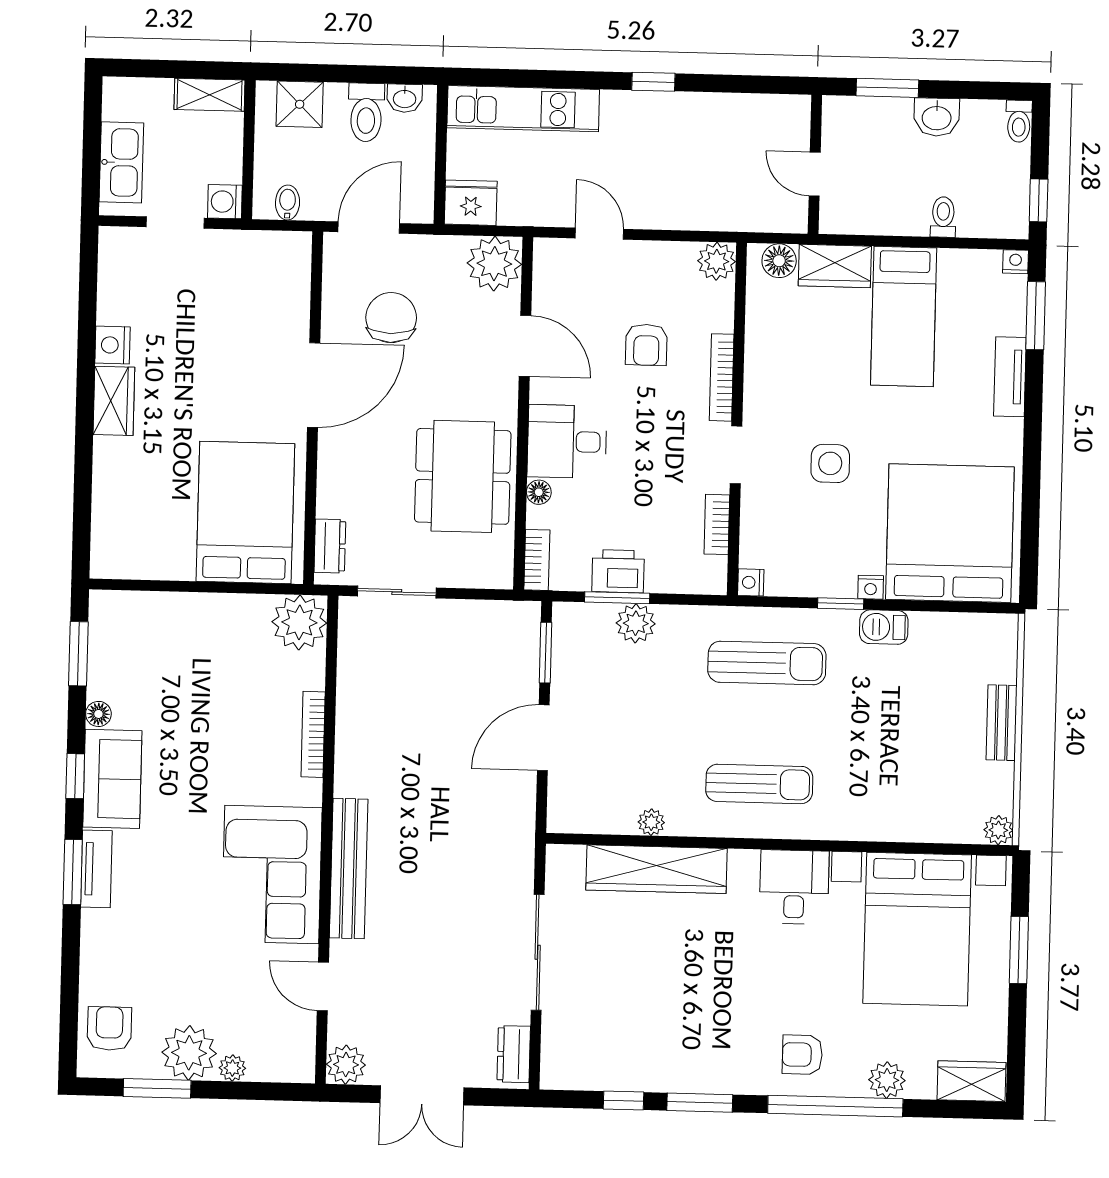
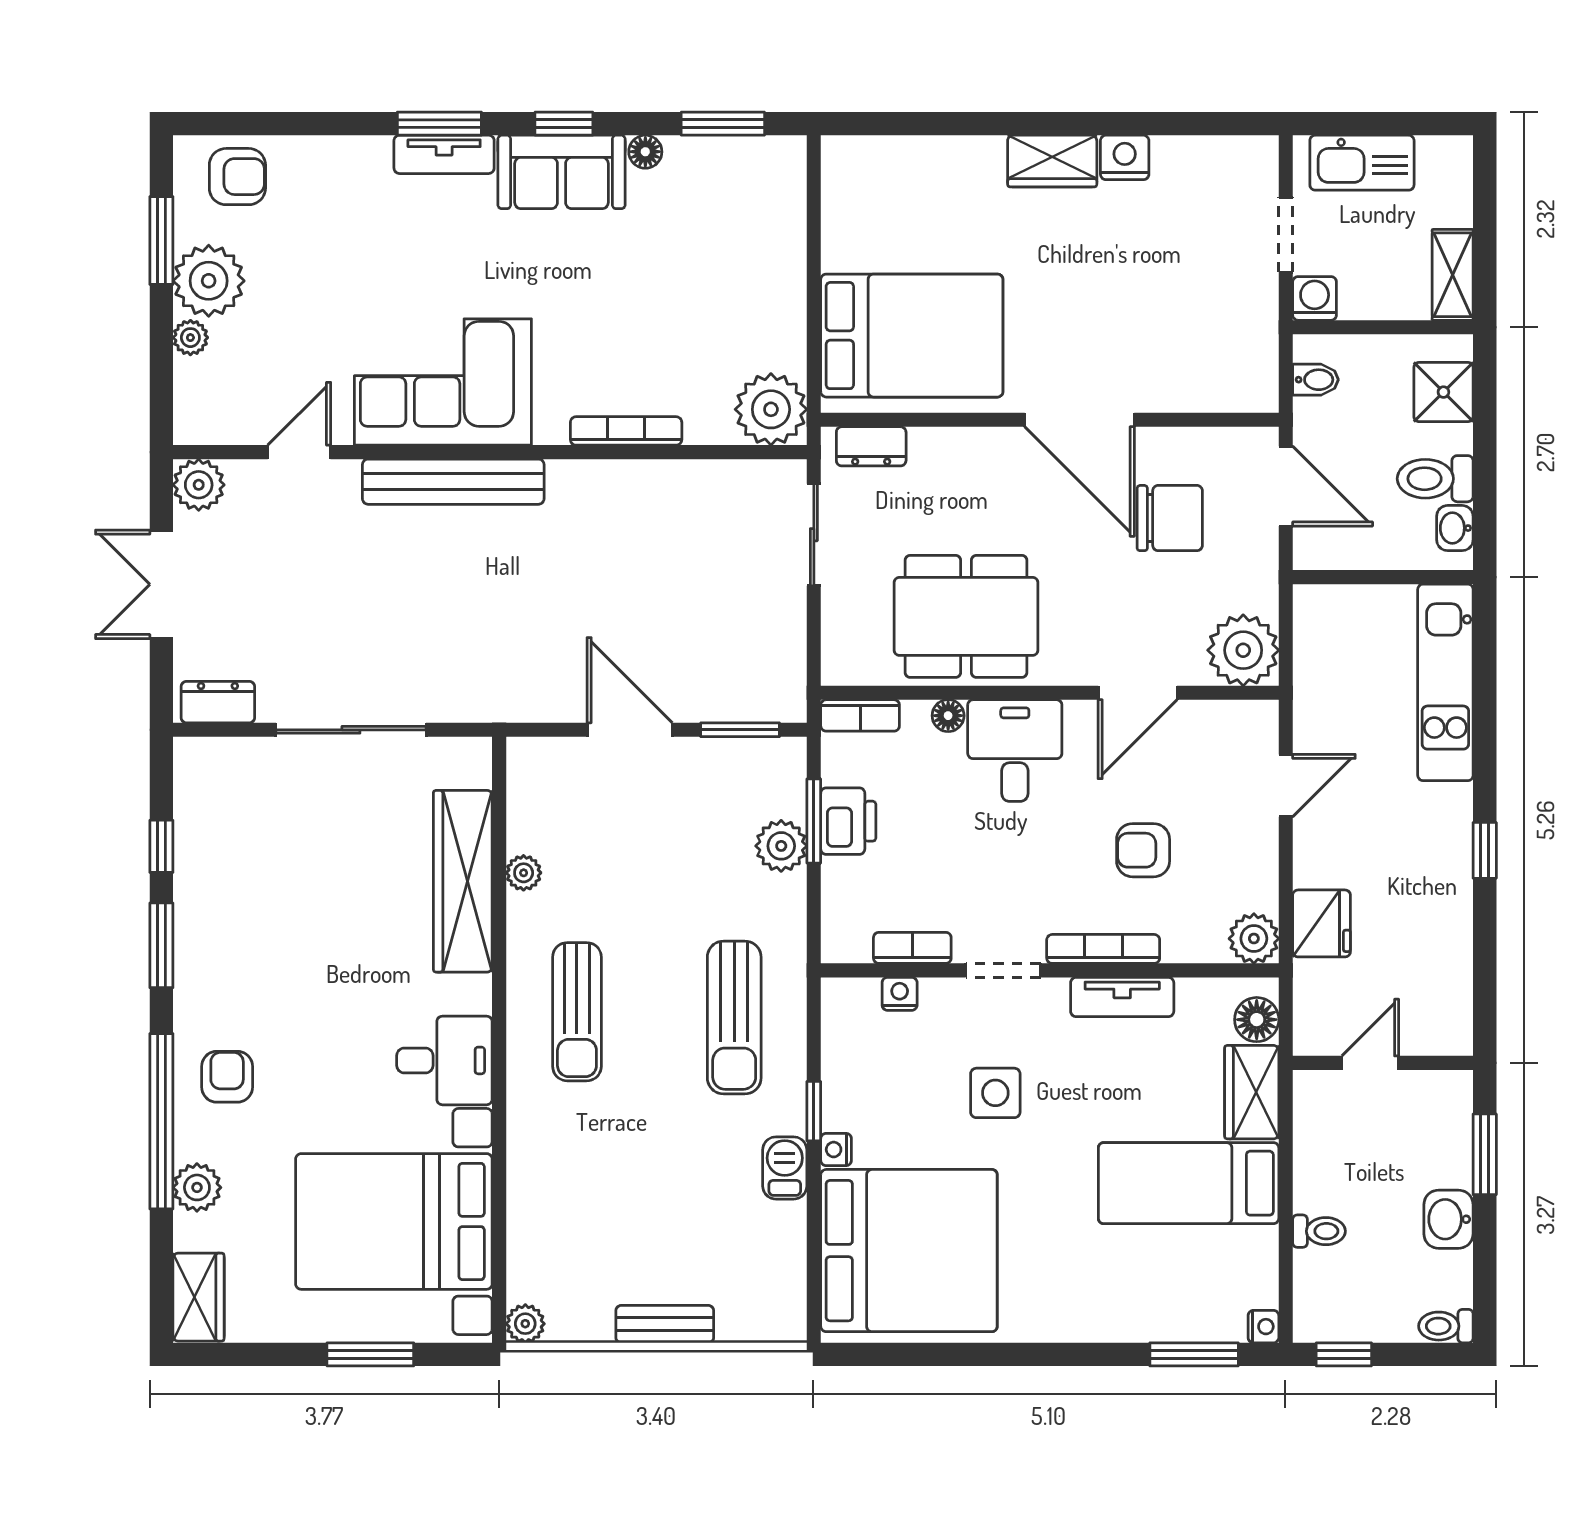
fridge: (471, 203) -> (1322, 923), moved
tv unit: (1010, 377) -> (1122, 997), moved, turned 180
nightstand: (751, 582) -> (900, 994), moved

